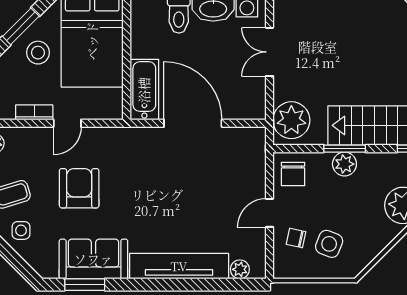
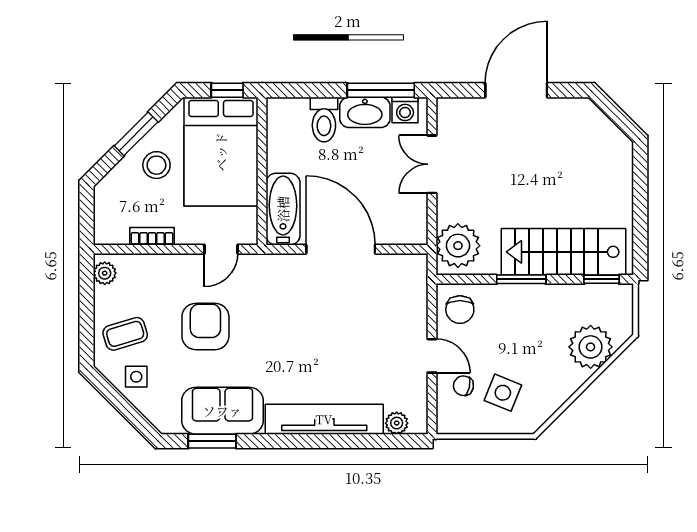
door: (67, 123) -> (221, 249), moved
plant: (344, 164) -> (521, 298), removed
door: (269, 213) -> (432, 356), swing flipped

